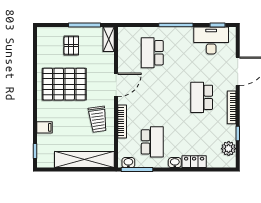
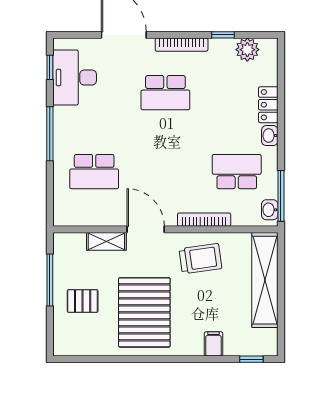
shelving: (109, 39) -> (106, 241), moved

